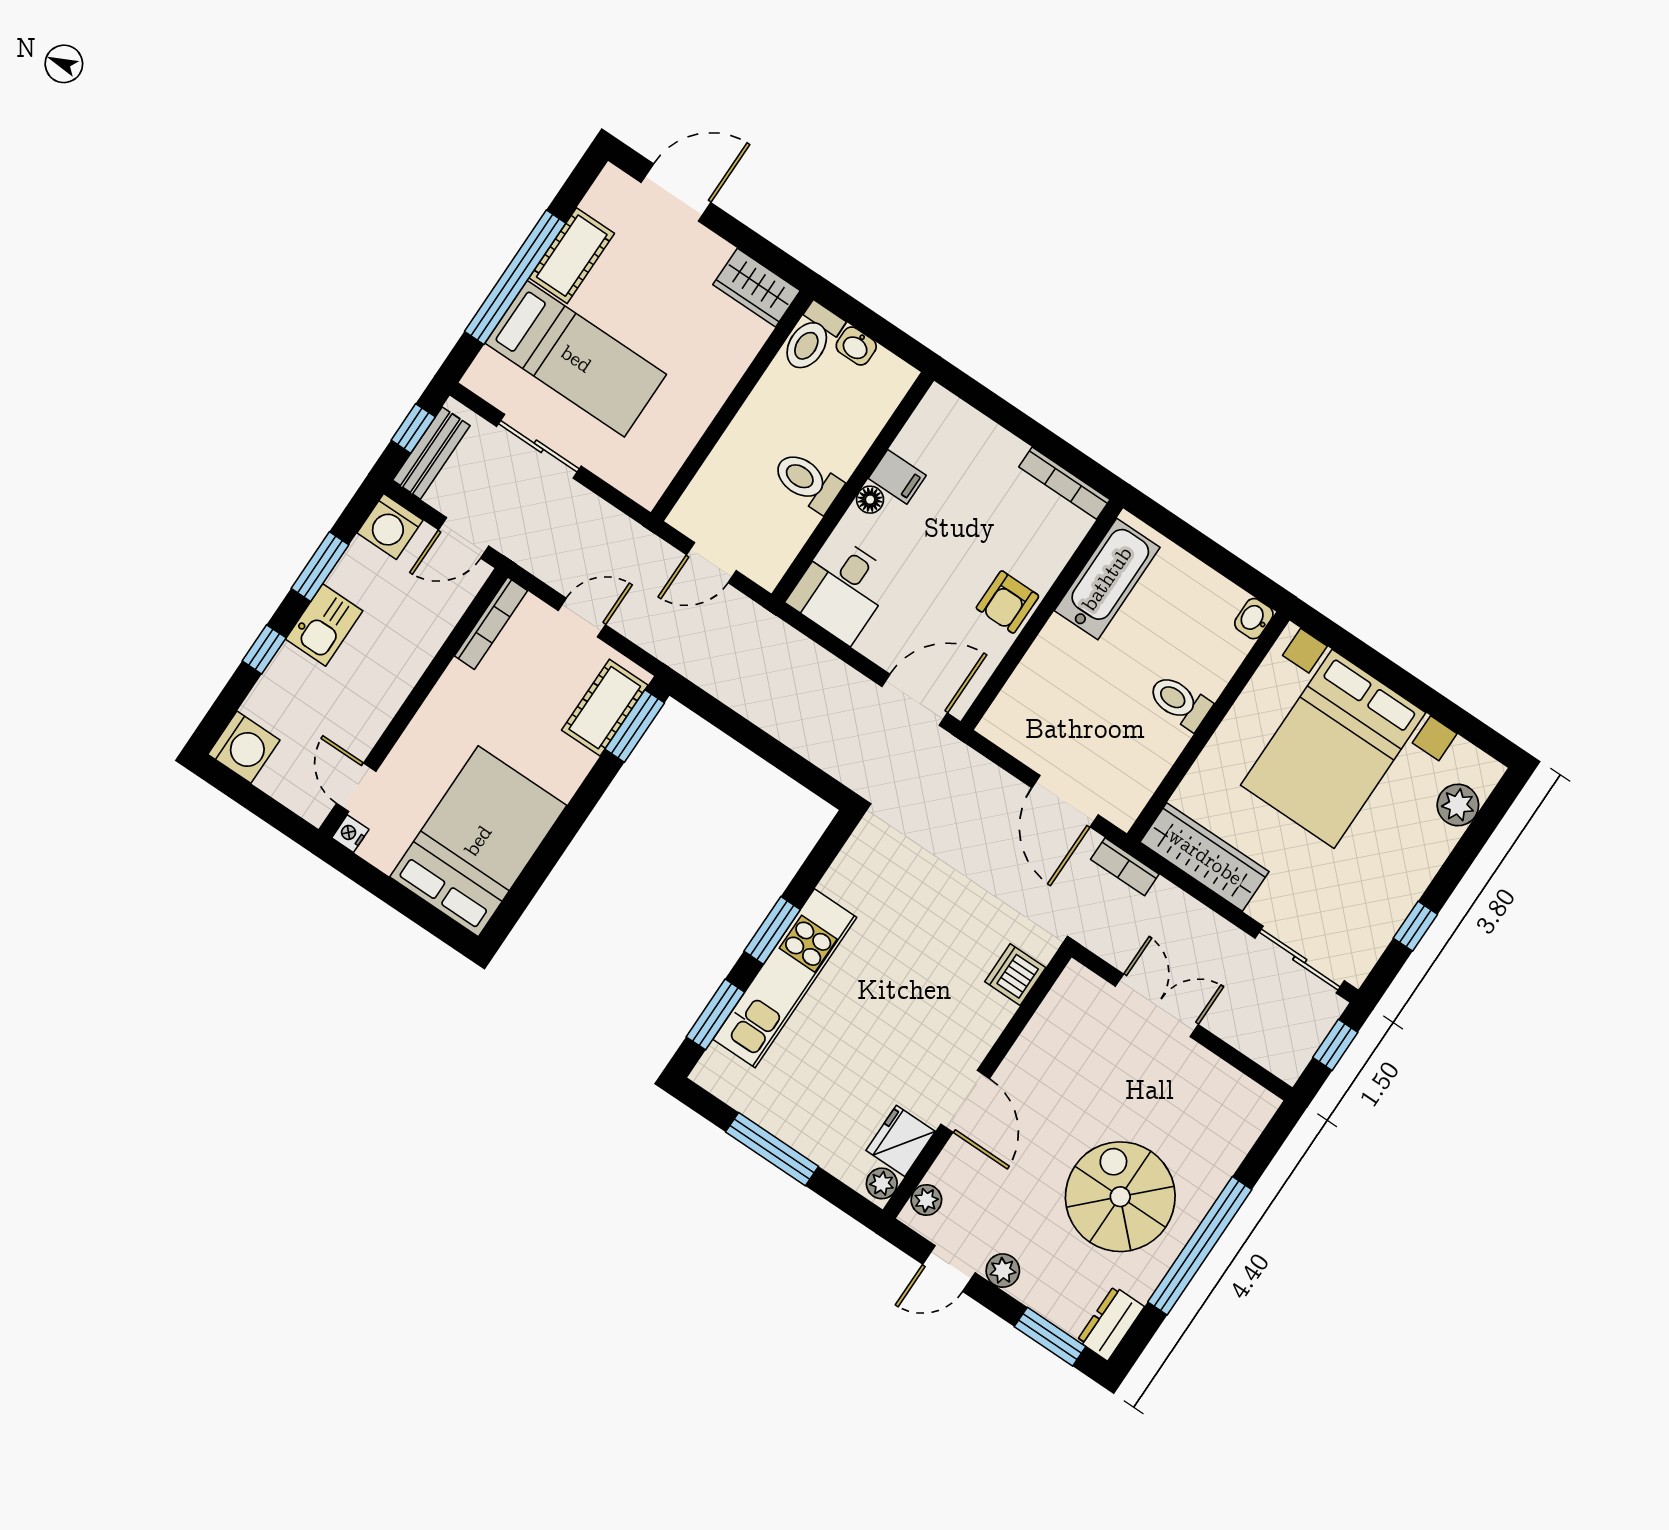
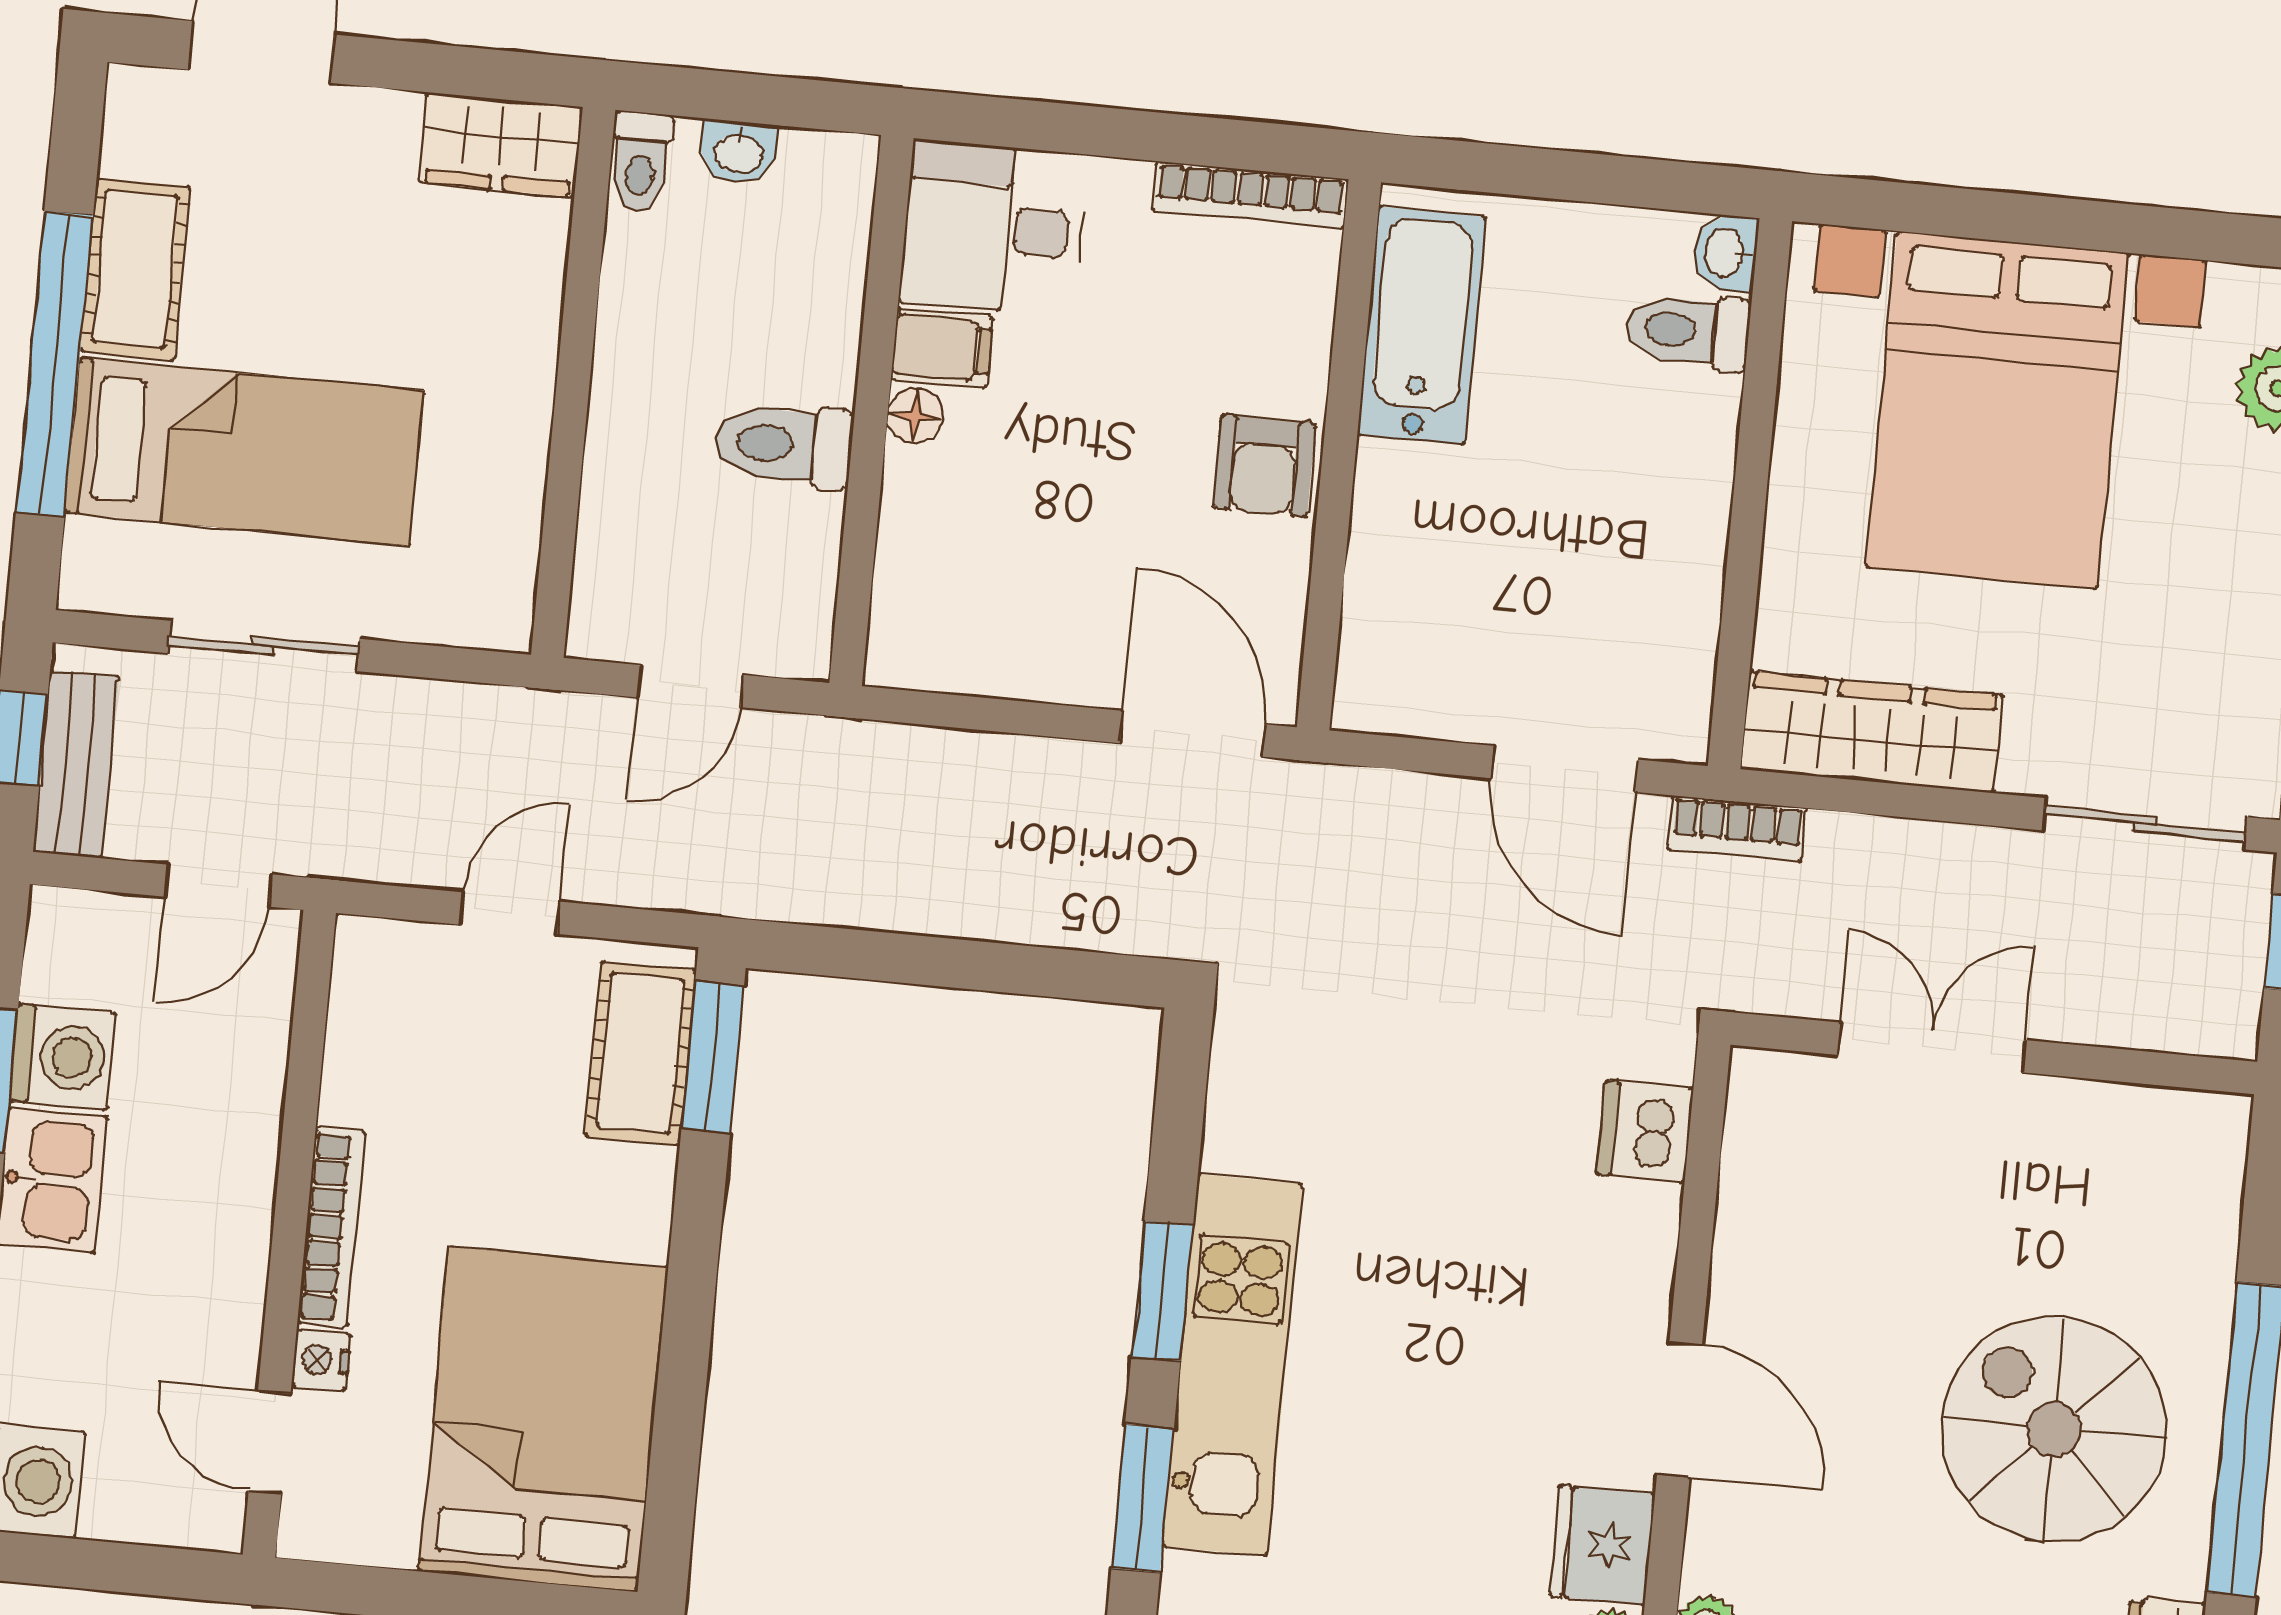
toilet: (812, 338) -> (641, 162), width x0.73, depth x0.72
washing machine: (390, 526) -> (63, 1056), moved, turned -90
desk: (841, 589) -> (994, 228), moved, turned 90
bookcase: (491, 623) -> (331, 1227), moved
door: (915, 700) -> (1193, 734), hinge flipped
toilet: (1180, 702) -> (1688, 331), moved
nightstand: (350, 834) -> (321, 1360), moved

